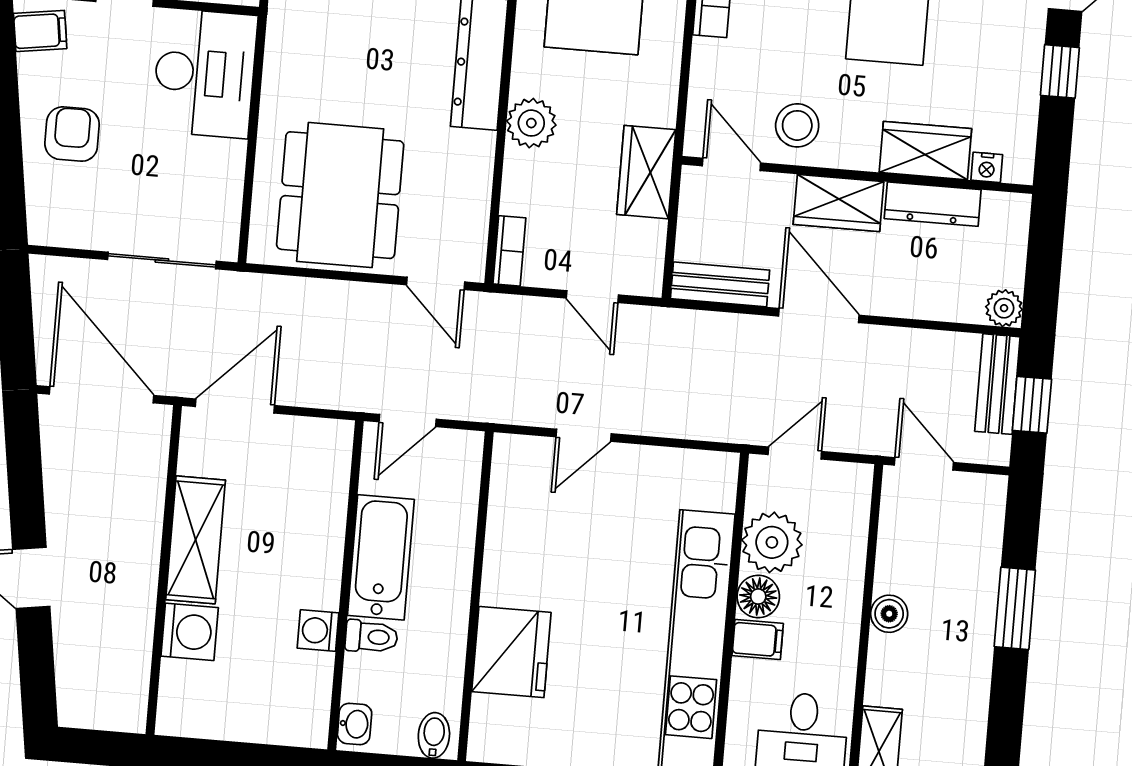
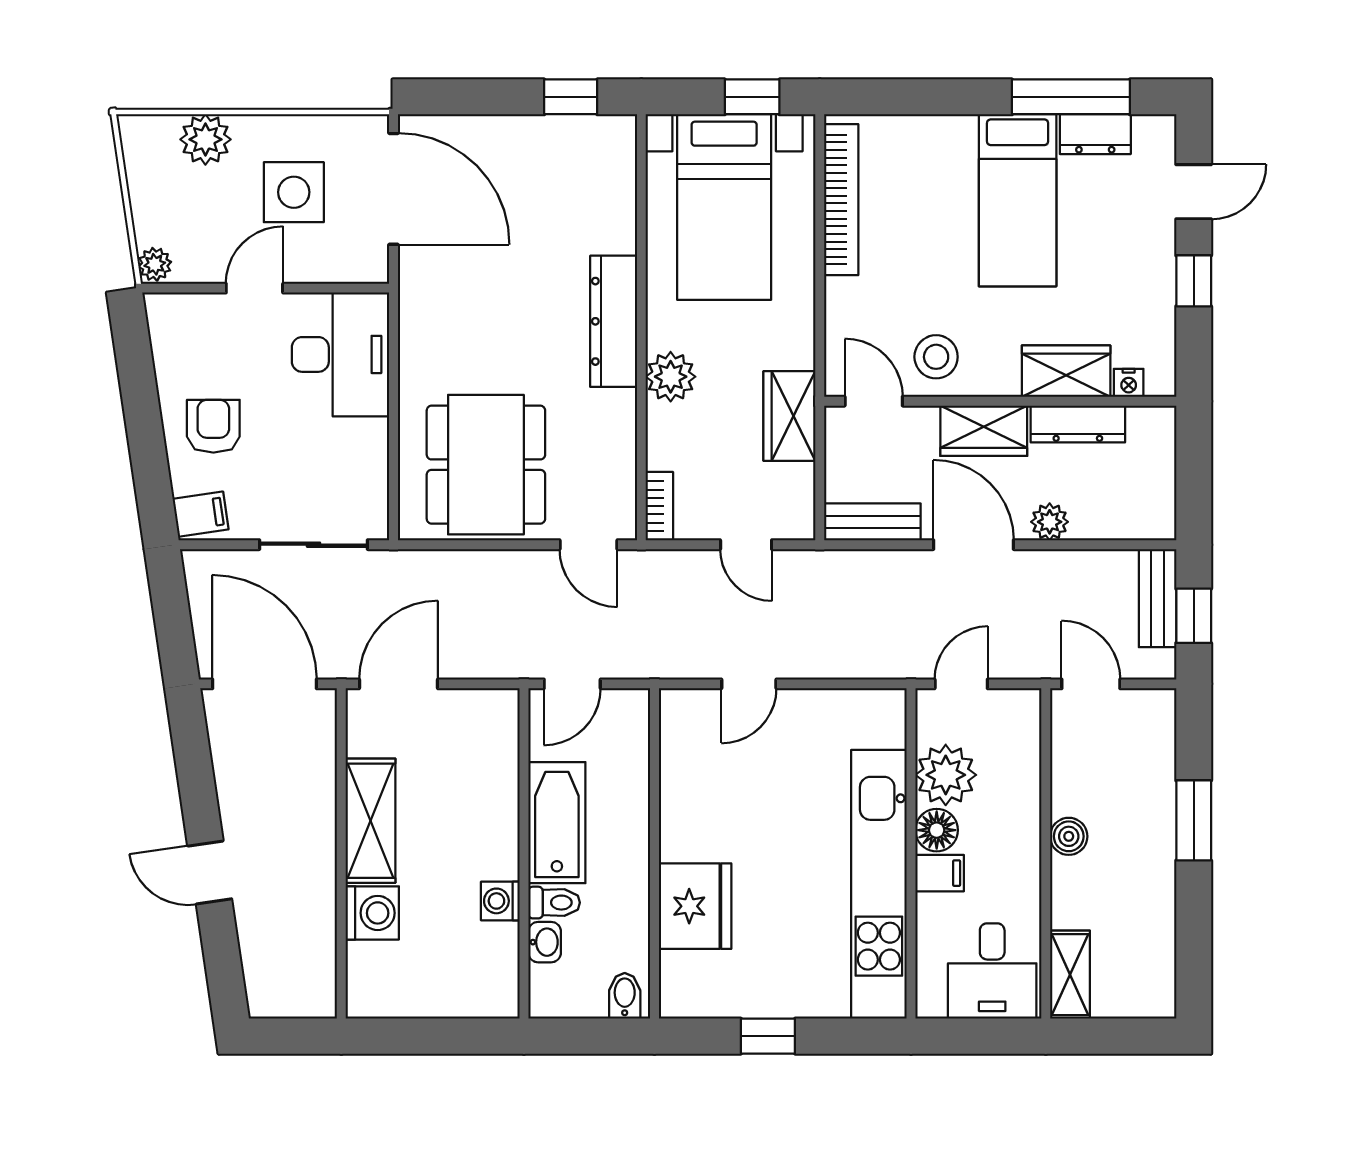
filing cabinet: (40, 31) -> (200, 514), moved
plant: (1004, 308) -> (1050, 522), moved
washbasin: (355, 724) -> (545, 942), moved

